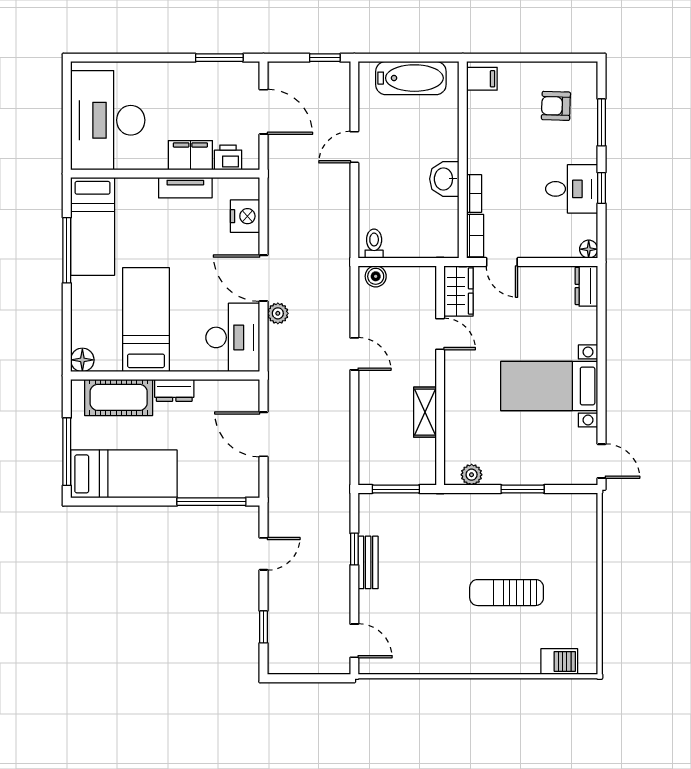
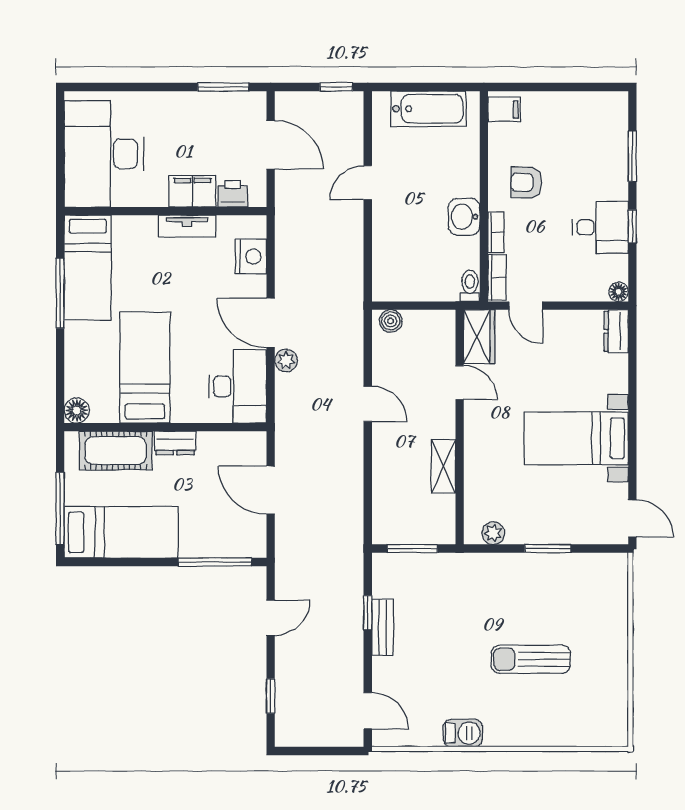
armchair: (556, 106) -> (526, 183), moved
toilet: (374, 244) -> (470, 286), moved
barbecue: (559, 661) -> (463, 733), moved

